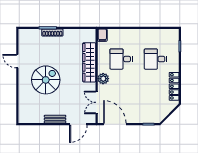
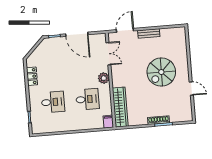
wardrobe: (89, 62) -> (120, 107), moved
locker: (174, 86) -> (32, 76), width x0.66
door: (115, 124) -> (77, 34), moved

